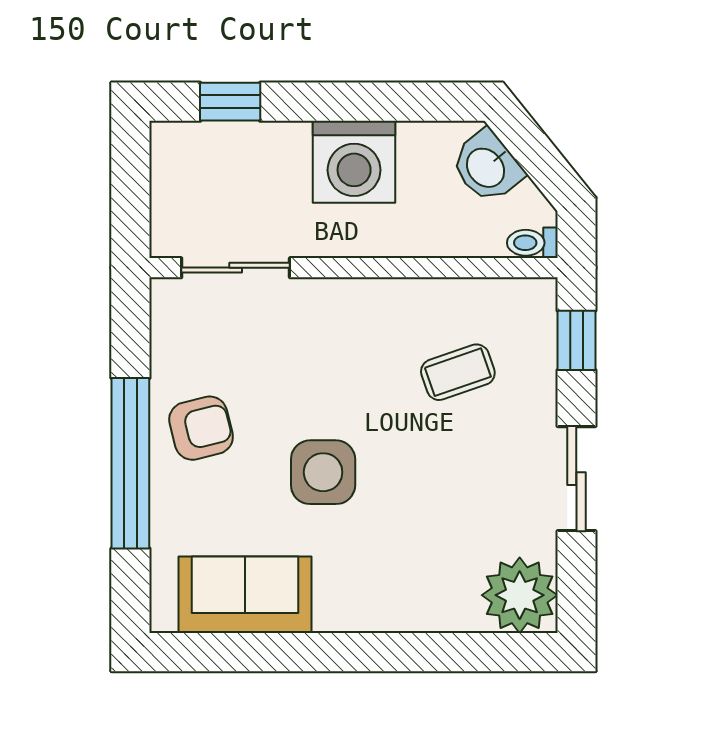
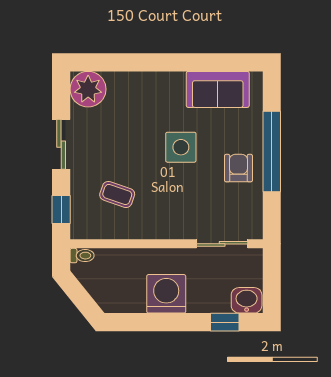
washbasin: (487, 167) -> (247, 300), moved, turned -51
coffee table: (458, 372) -> (117, 194), turned 38
armchair: (201, 428) -> (238, 168), turned 104

